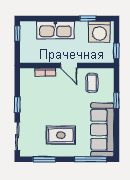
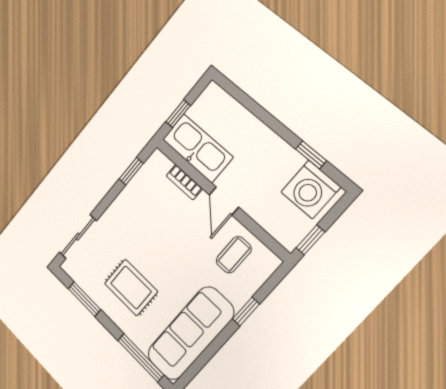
kitchen sink: (55, 30) -> (198, 148), moved, turned 180
window: (17, 33) -> (178, 114), moved
window: (17, 105) -> (131, 171), moved

